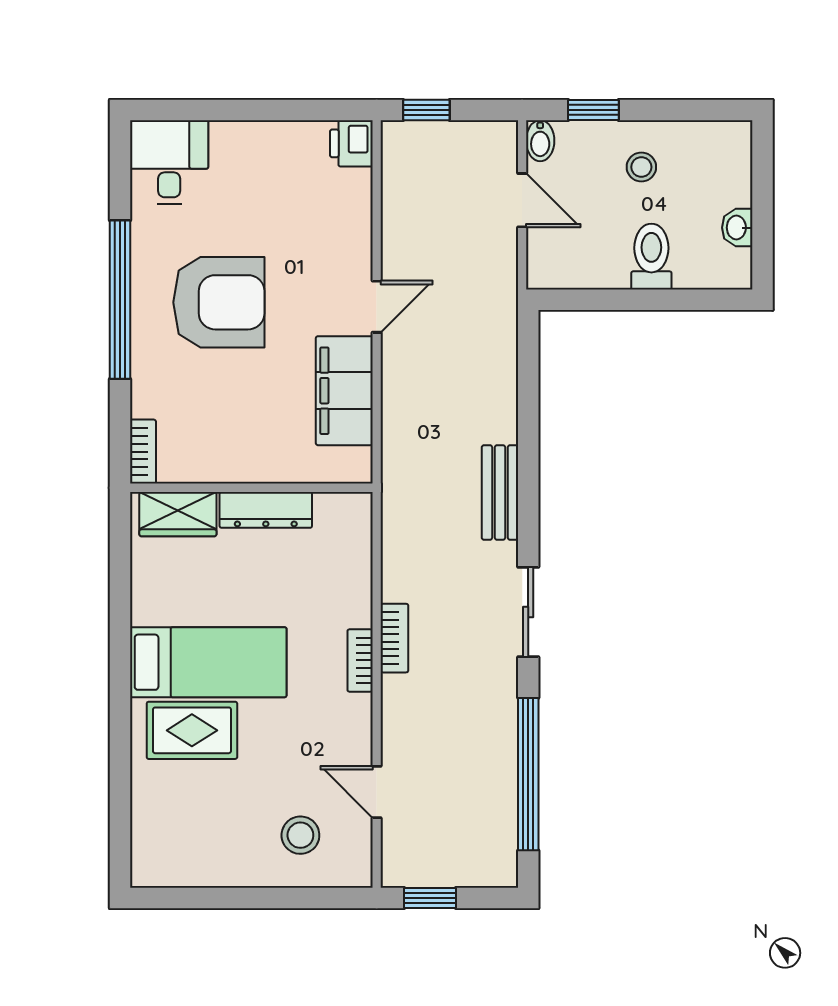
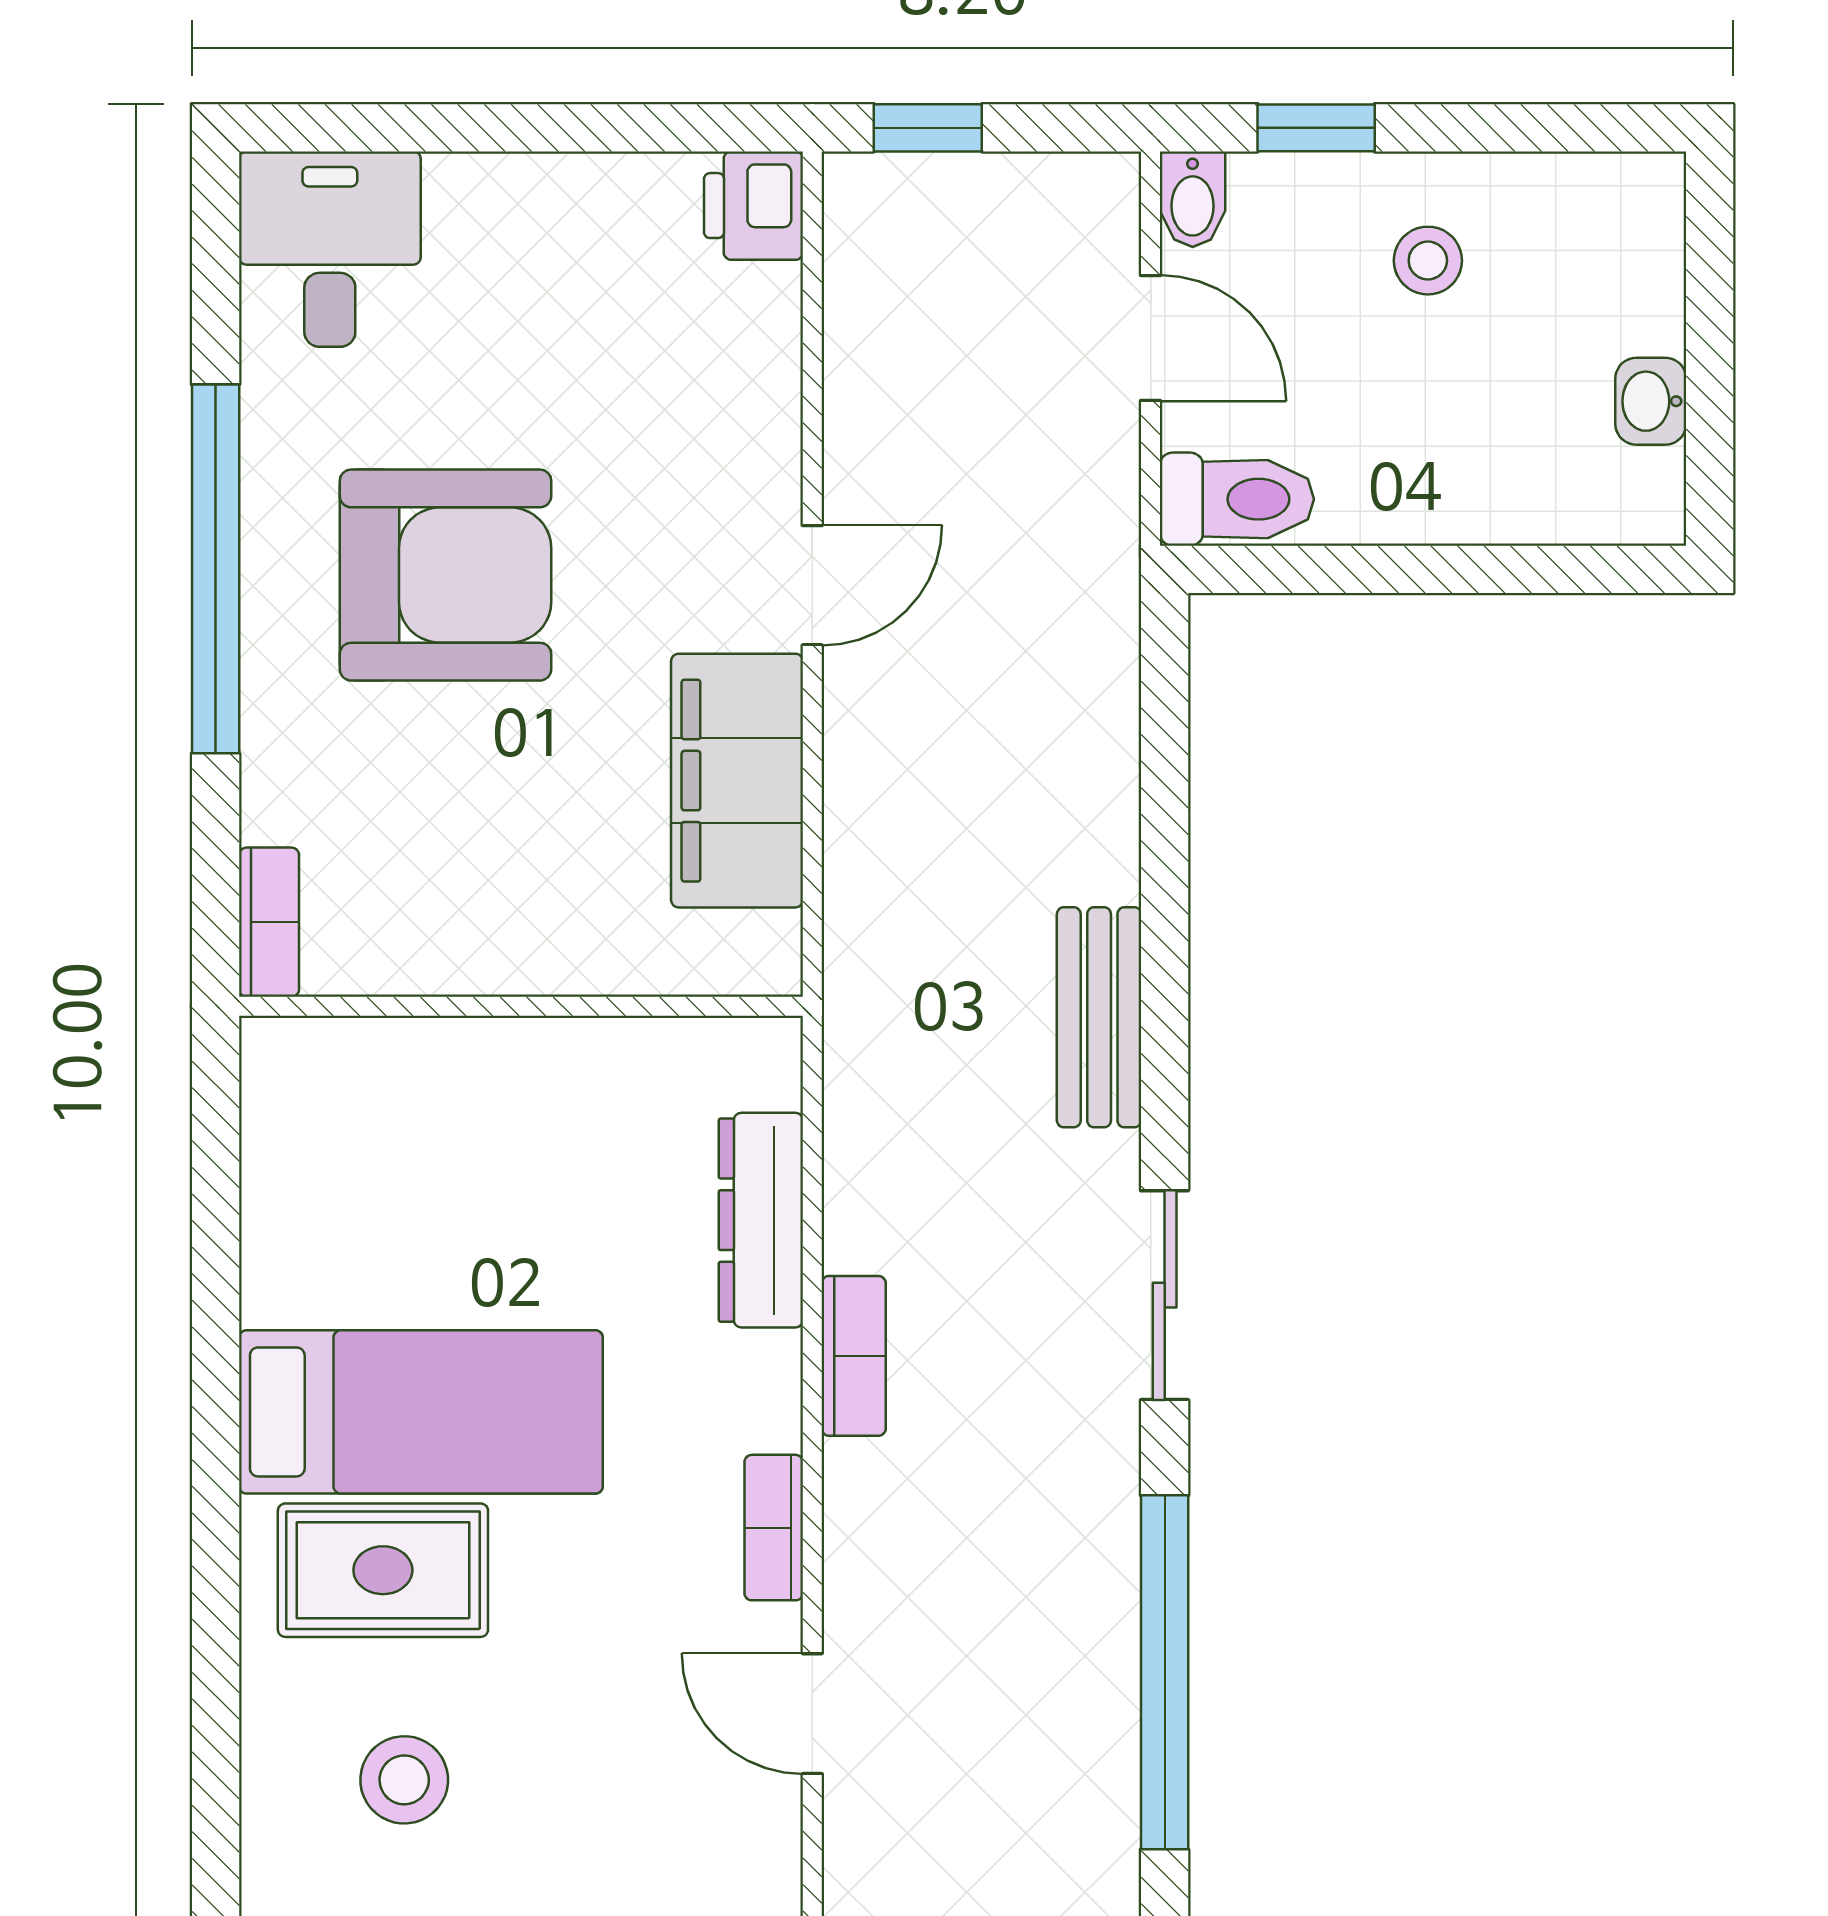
toilet: (651, 257) -> (1237, 499), moved, turned 90
dresser: (266, 510) -> (761, 1220), moved, turned 90
wardrobe: (178, 514) -> (350, 1068), removed
bookcase: (360, 660) -> (774, 1528), moved
stool: (300, 835) -> (404, 1780), moved

